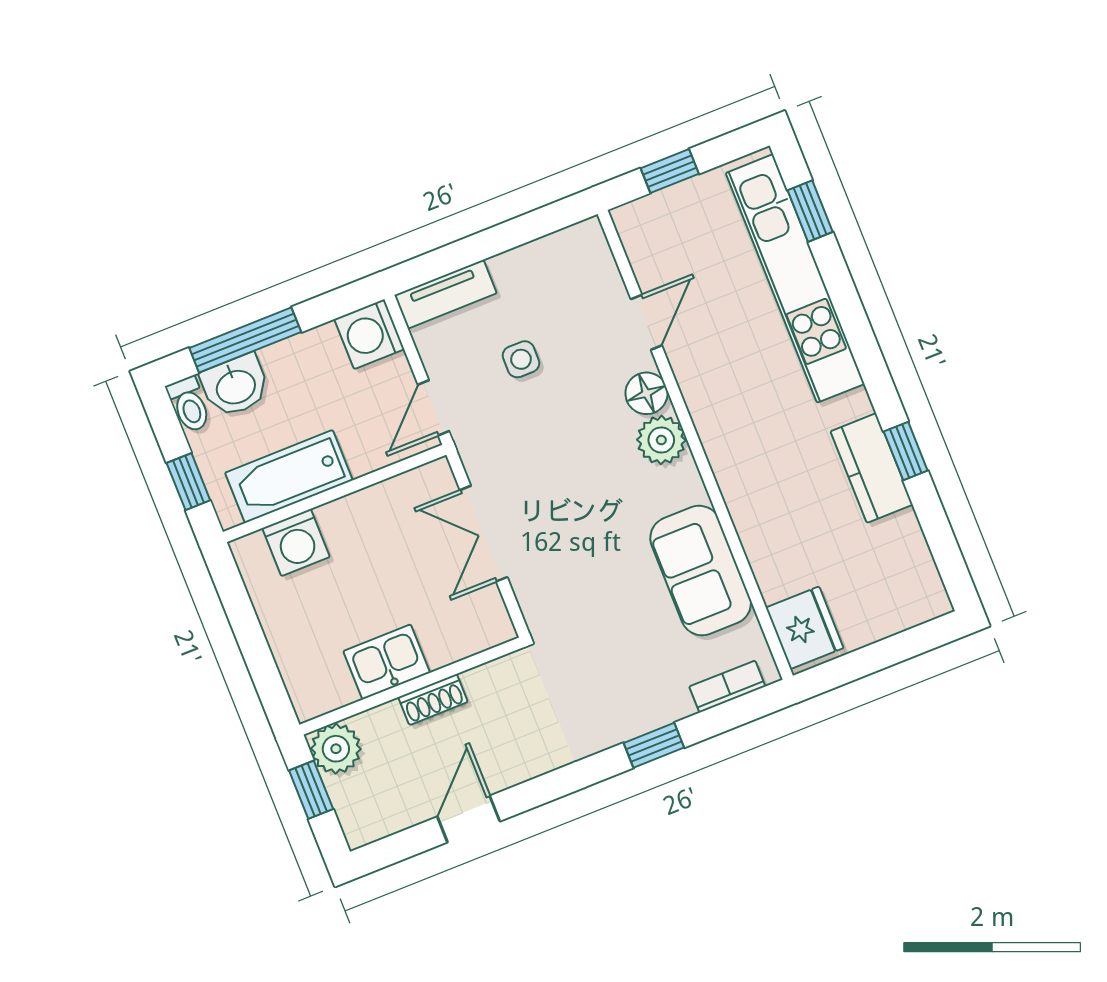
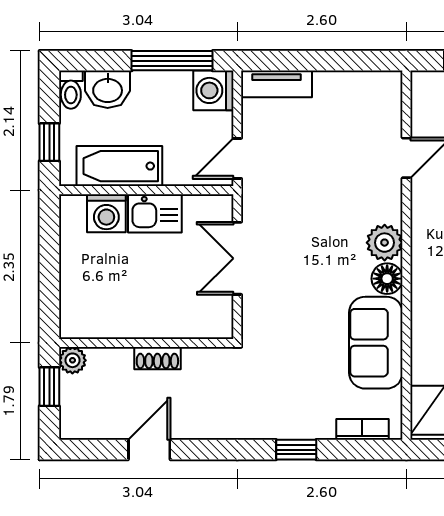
window: (245, 340) -> (172, 61), moved
side table: (521, 359) -> (310, 149), removed
floor lamp: (646, 393) -> (387, 279), moved
kitchen sink: (387, 662) -> (155, 213), moved, turned 180
plant: (336, 749) -> (72, 360), width x0.73, depth x0.73

